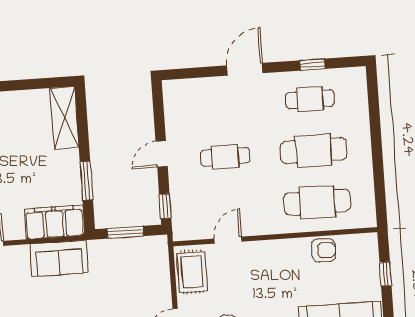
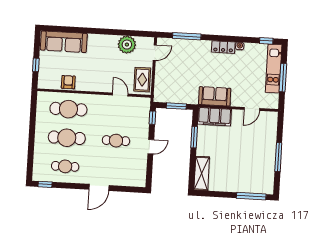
window: (312, 65) -> (45, 184), moved
door: (228, 240) -> (120, 94), swing flipped
armchair: (324, 250) -> (68, 82), turned 90

